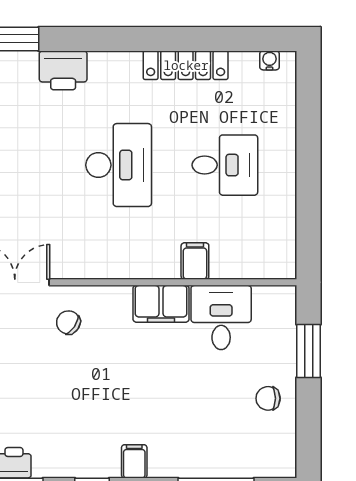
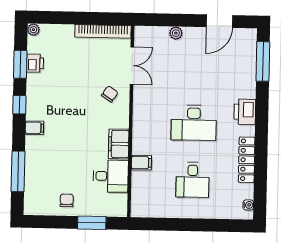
printer: (63, 70) -> (245, 112), moved

